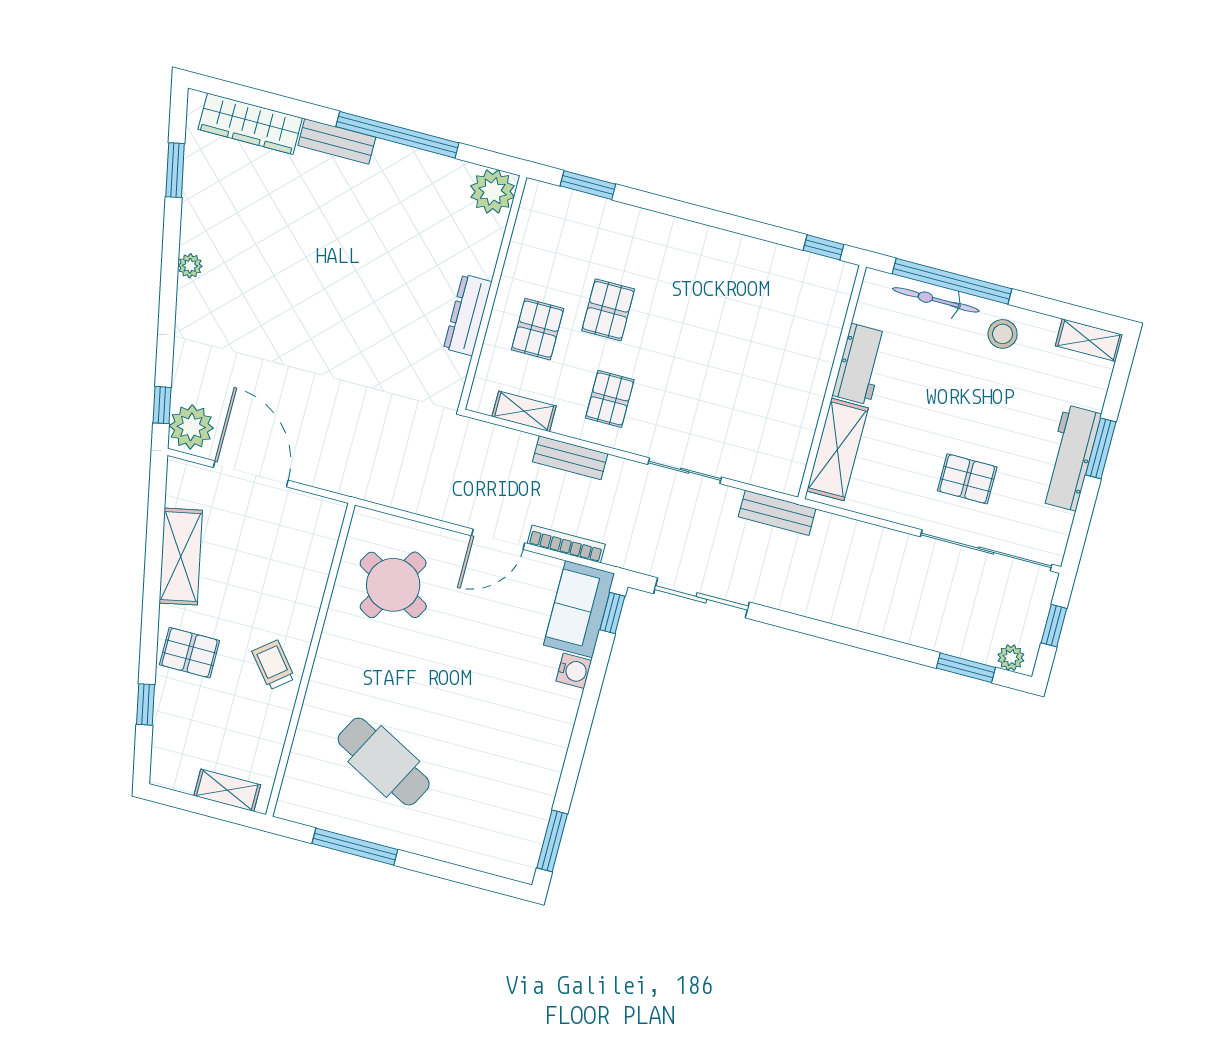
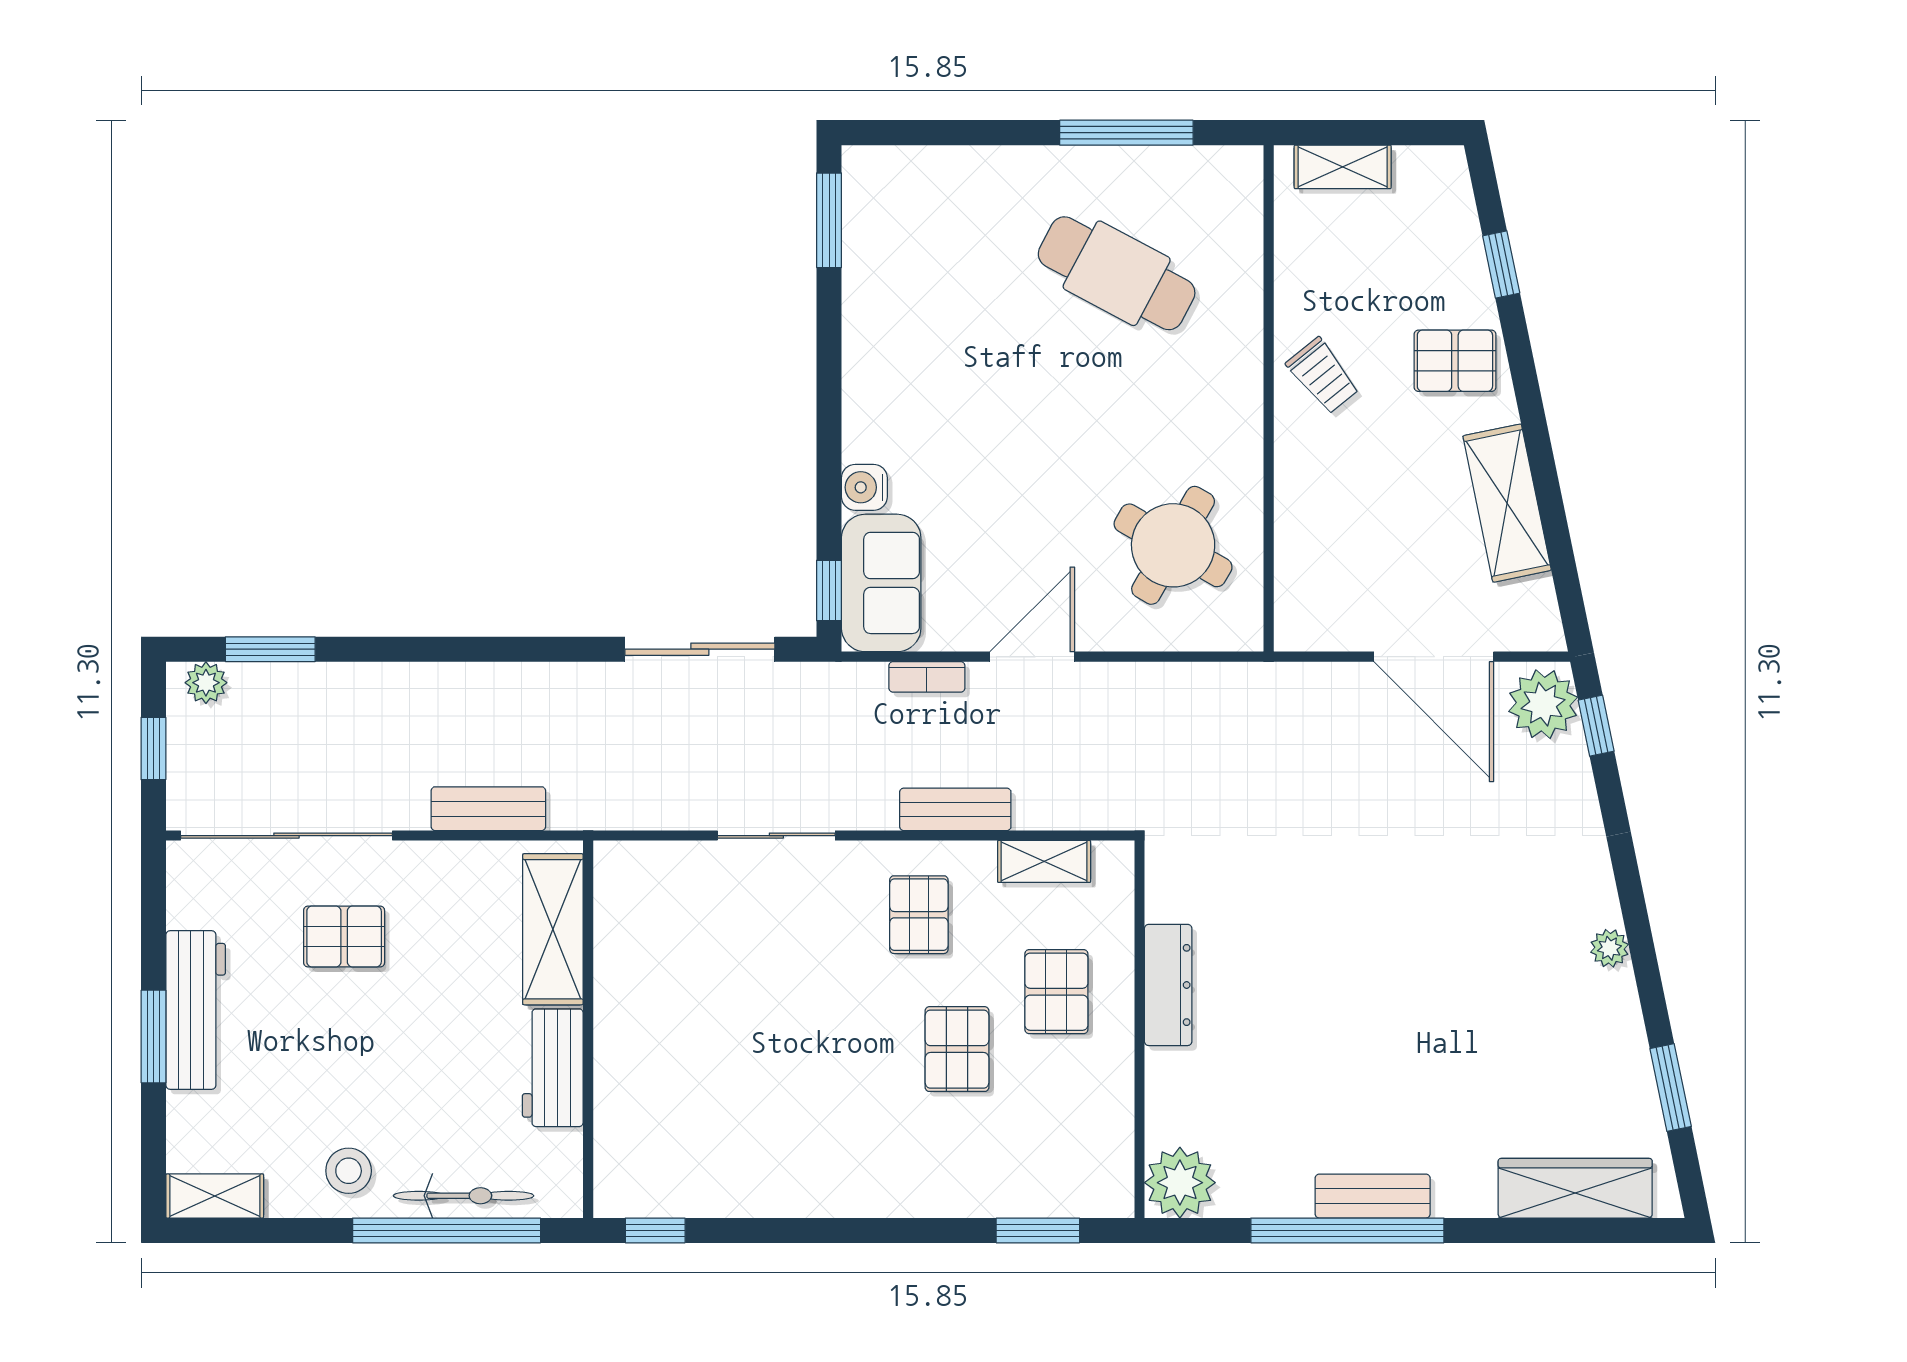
bench: (337, 141) -> (1373, 1196), moved
bench: (777, 513) -> (488, 809), moved
bookcase: (566, 544) -> (927, 677), width x0.64

